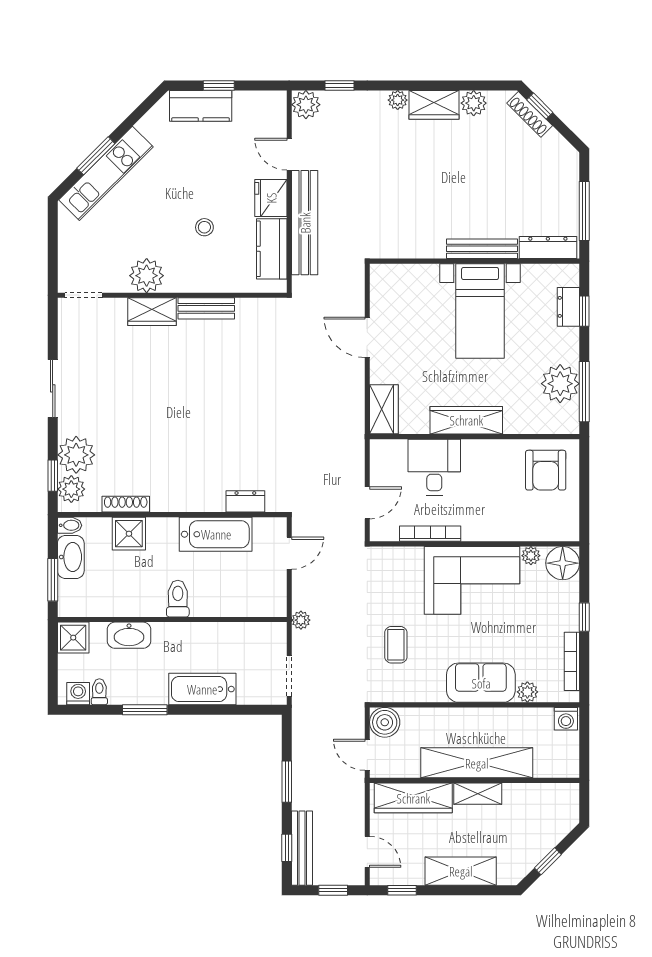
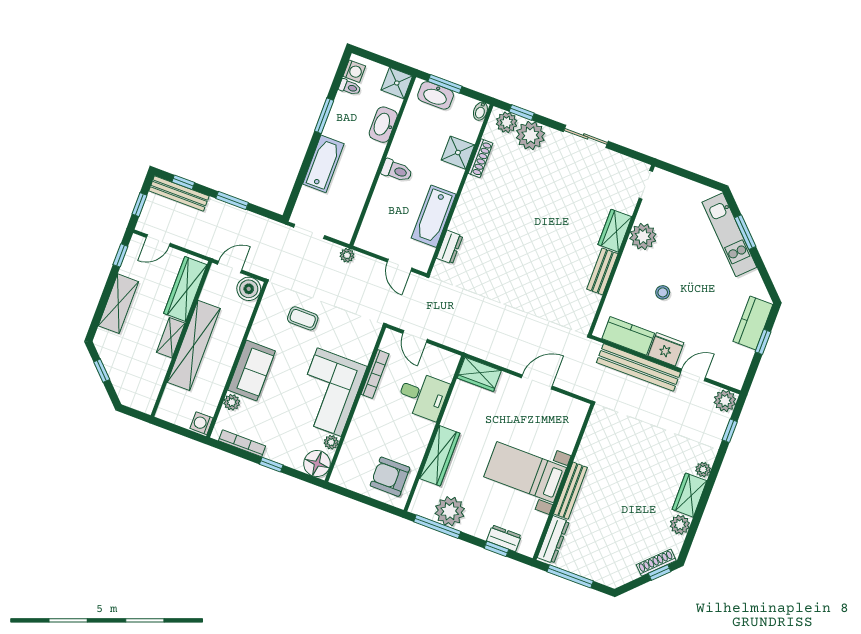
wardrobe: (466, 420) -> (440, 456), moved
washbasin: (71, 557) -> (436, 95), moved

